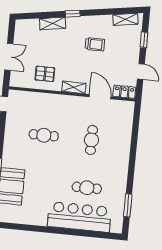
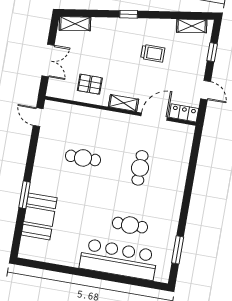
shelving: (52, 23) -> (75, 24), moved
door: (100, 97) -> (154, 117), hinge flipped

